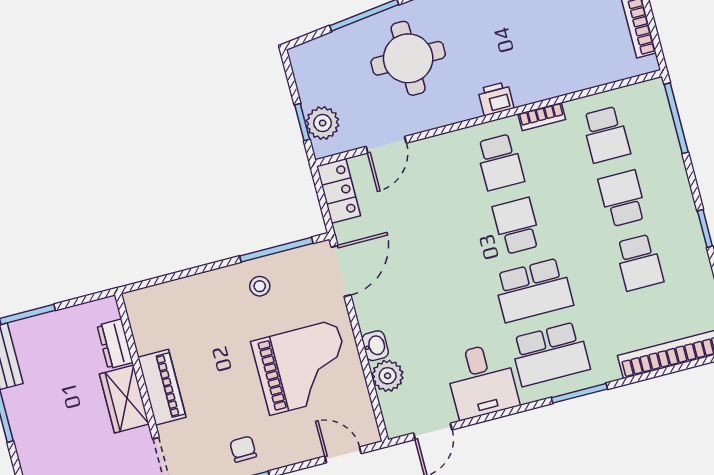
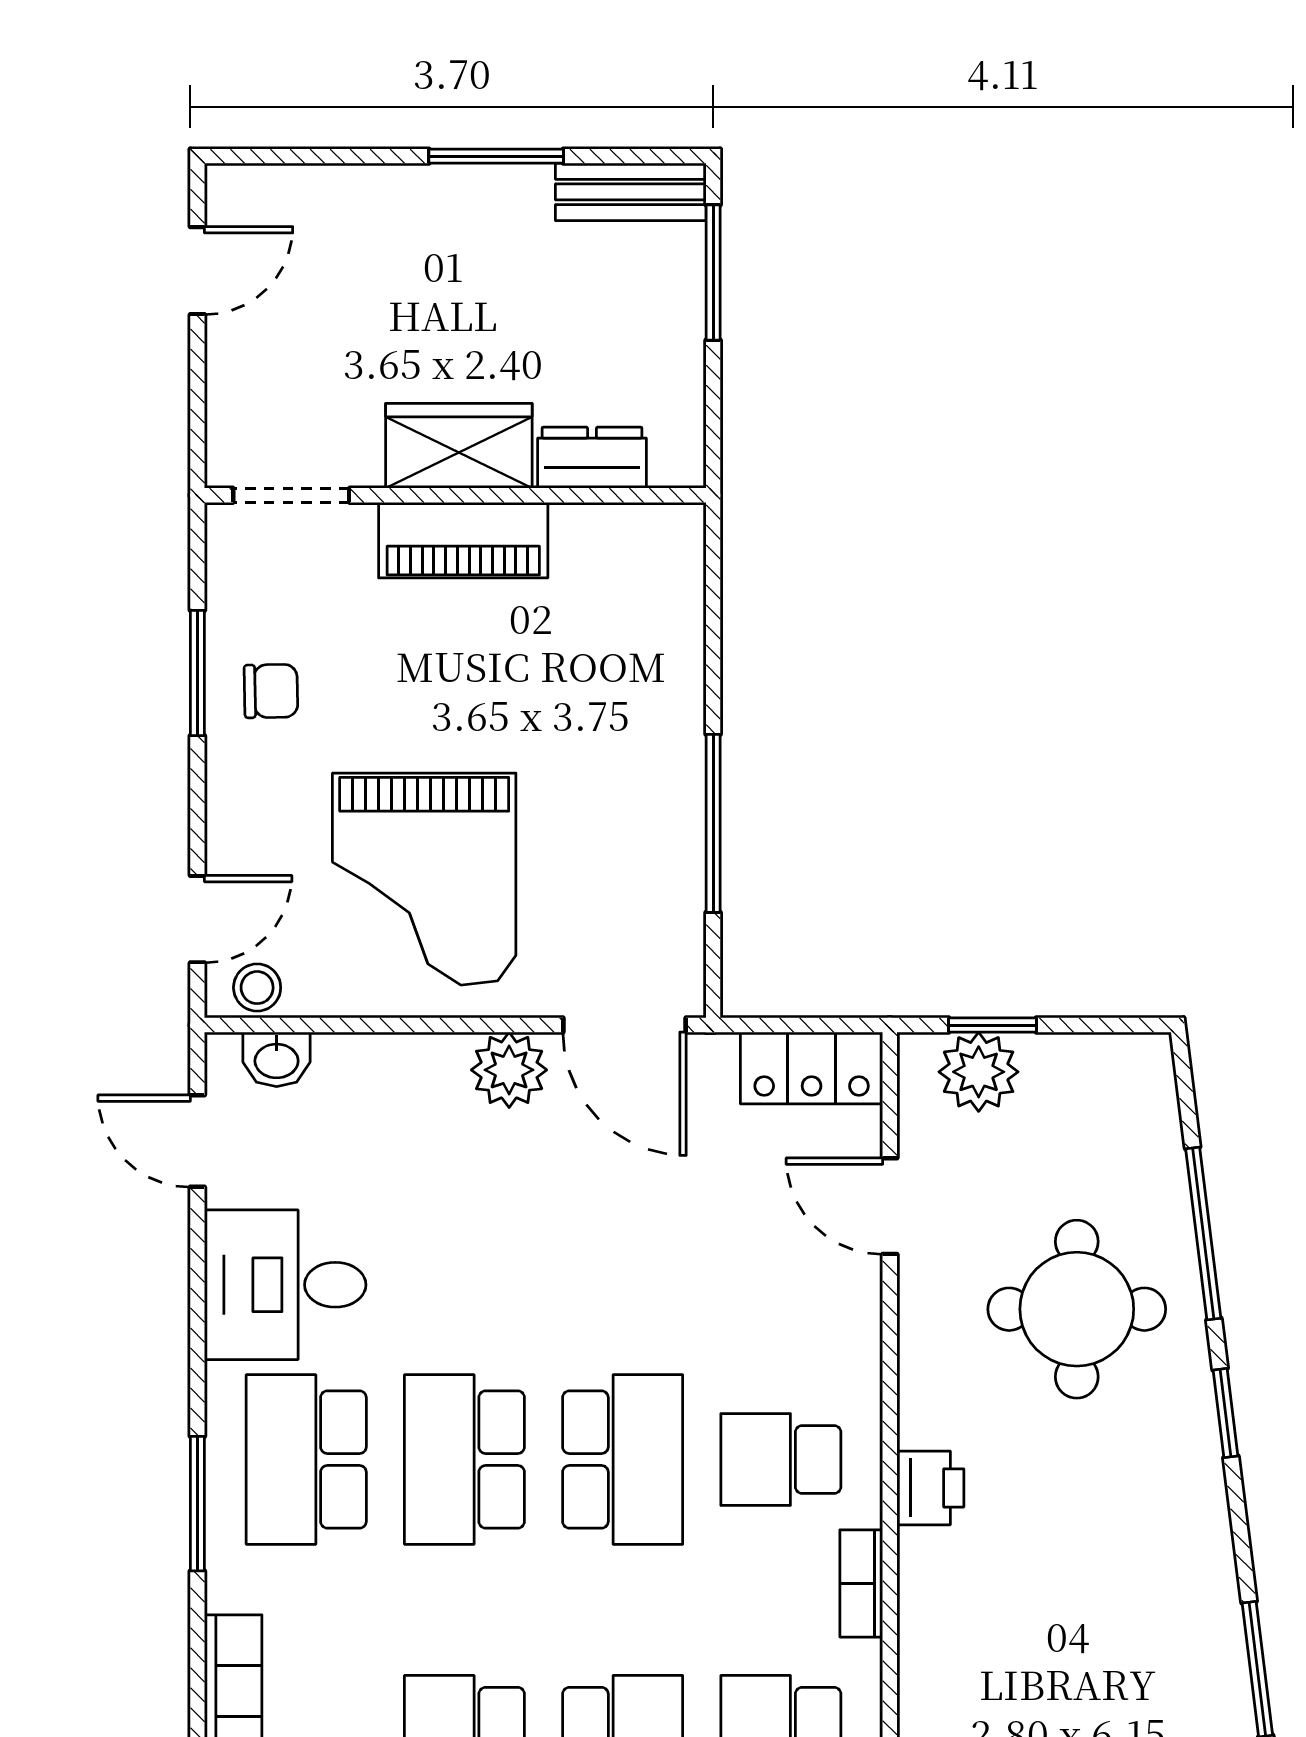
school desk: (517, 226) -> (623, 1460), width x1.85
window: (276, 250) -> (713, 823), moved
stool: (260, 286) -> (257, 988), moved
washbasin: (375, 346) -> (277, 1059), moved
plant: (388, 376) -> (509, 1070), moved

